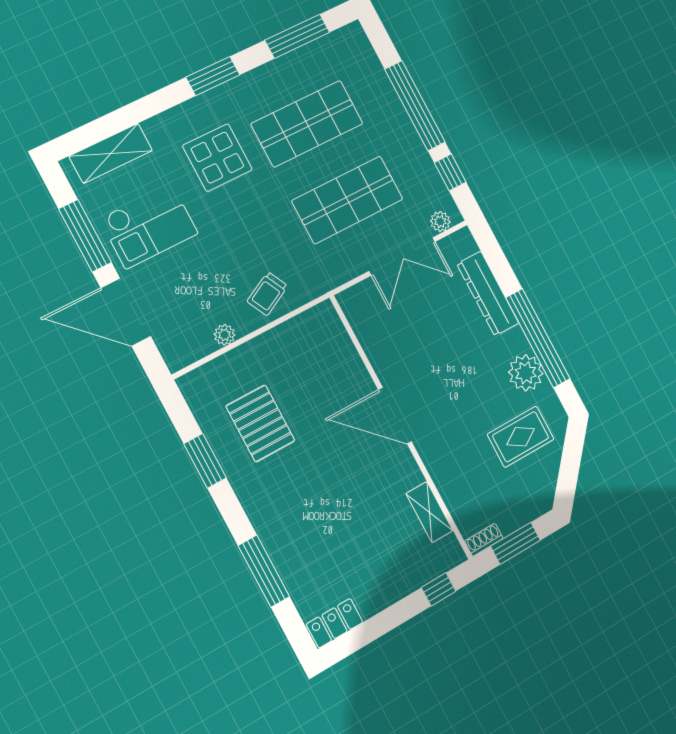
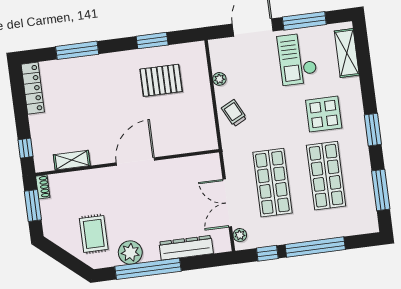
locker: (335, 623) -> (33, 88), width x1.53

